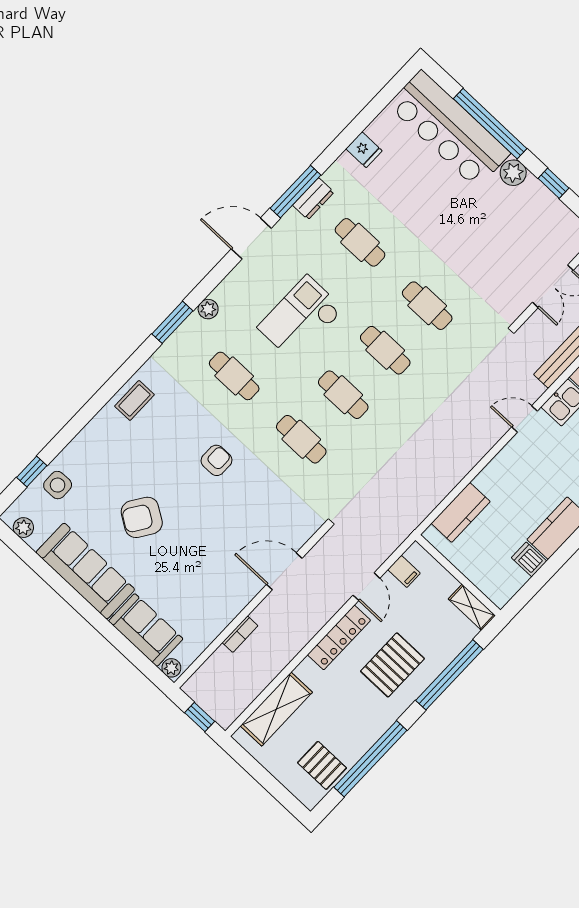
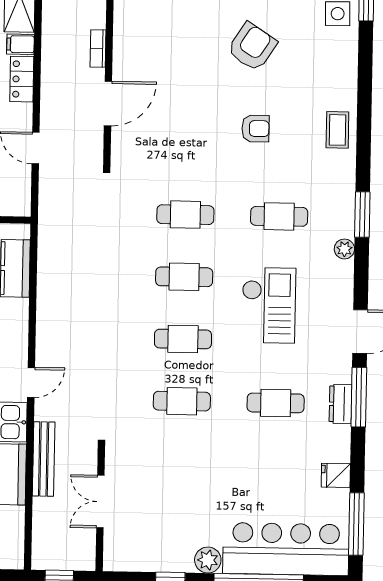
window: (381, 101) -> (356, 524), added
armchair: (217, 460) -> (255, 129), moved, turned -90
filing cabinet: (404, 571) -> (20, 44), moved
bookcase: (240, 634) -> (98, 48), moved
locker: (339, 637) -> (22, 79), width x0.66

